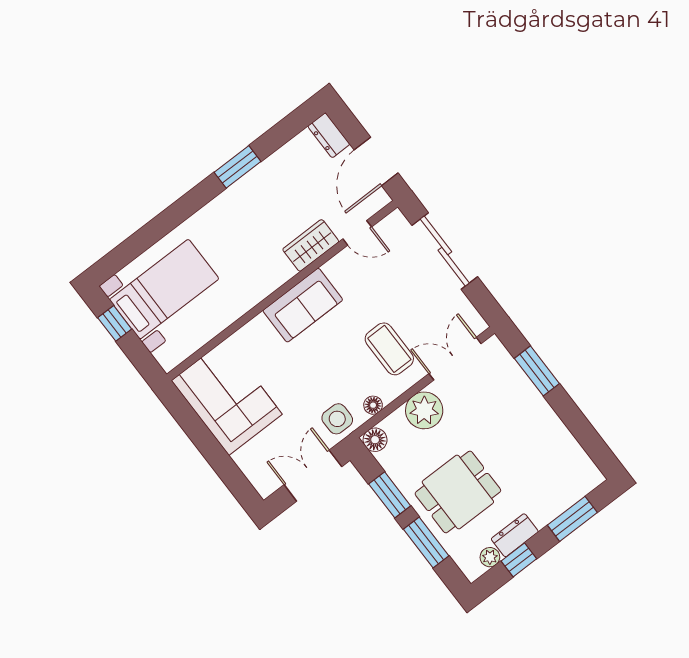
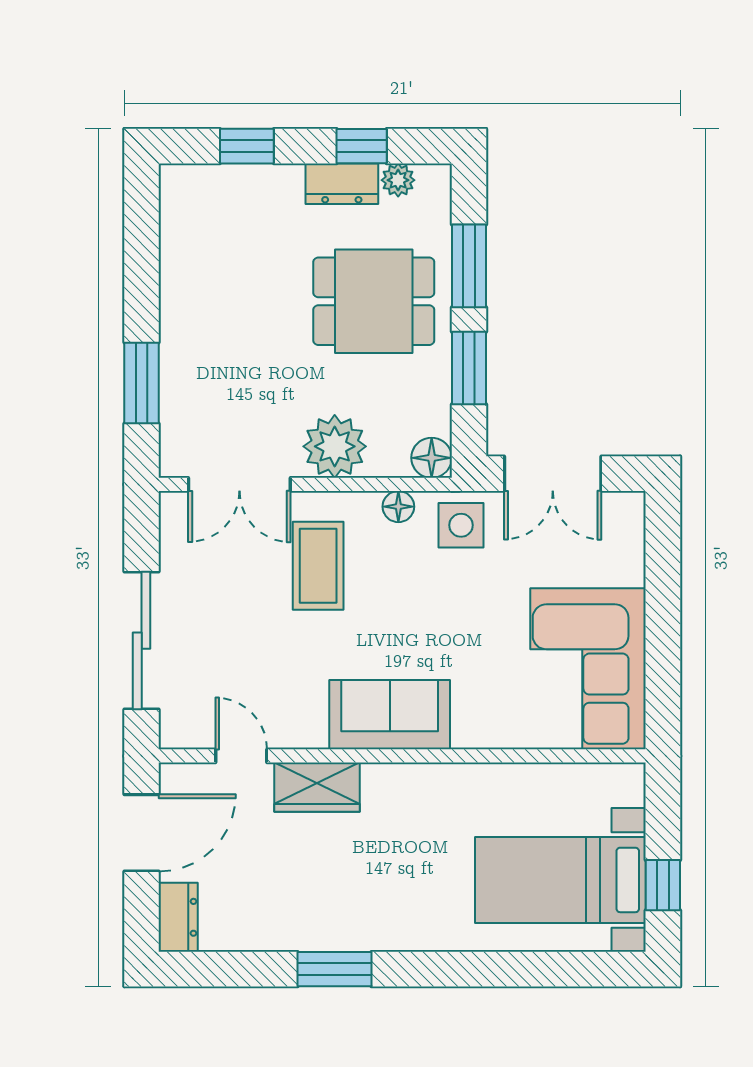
window: (572, 519) -> (247, 146), width x0.67

